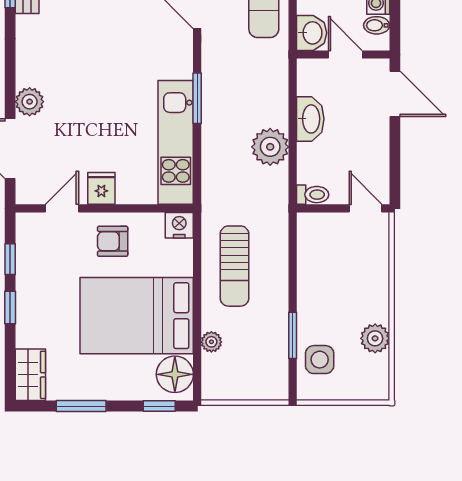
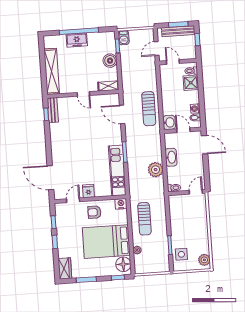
plant: (30, 102) -> (57, 158), removed
door: (366, 208) -> (196, 192), hinge flipped
plant: (375, 338) -> (204, 260), moved

